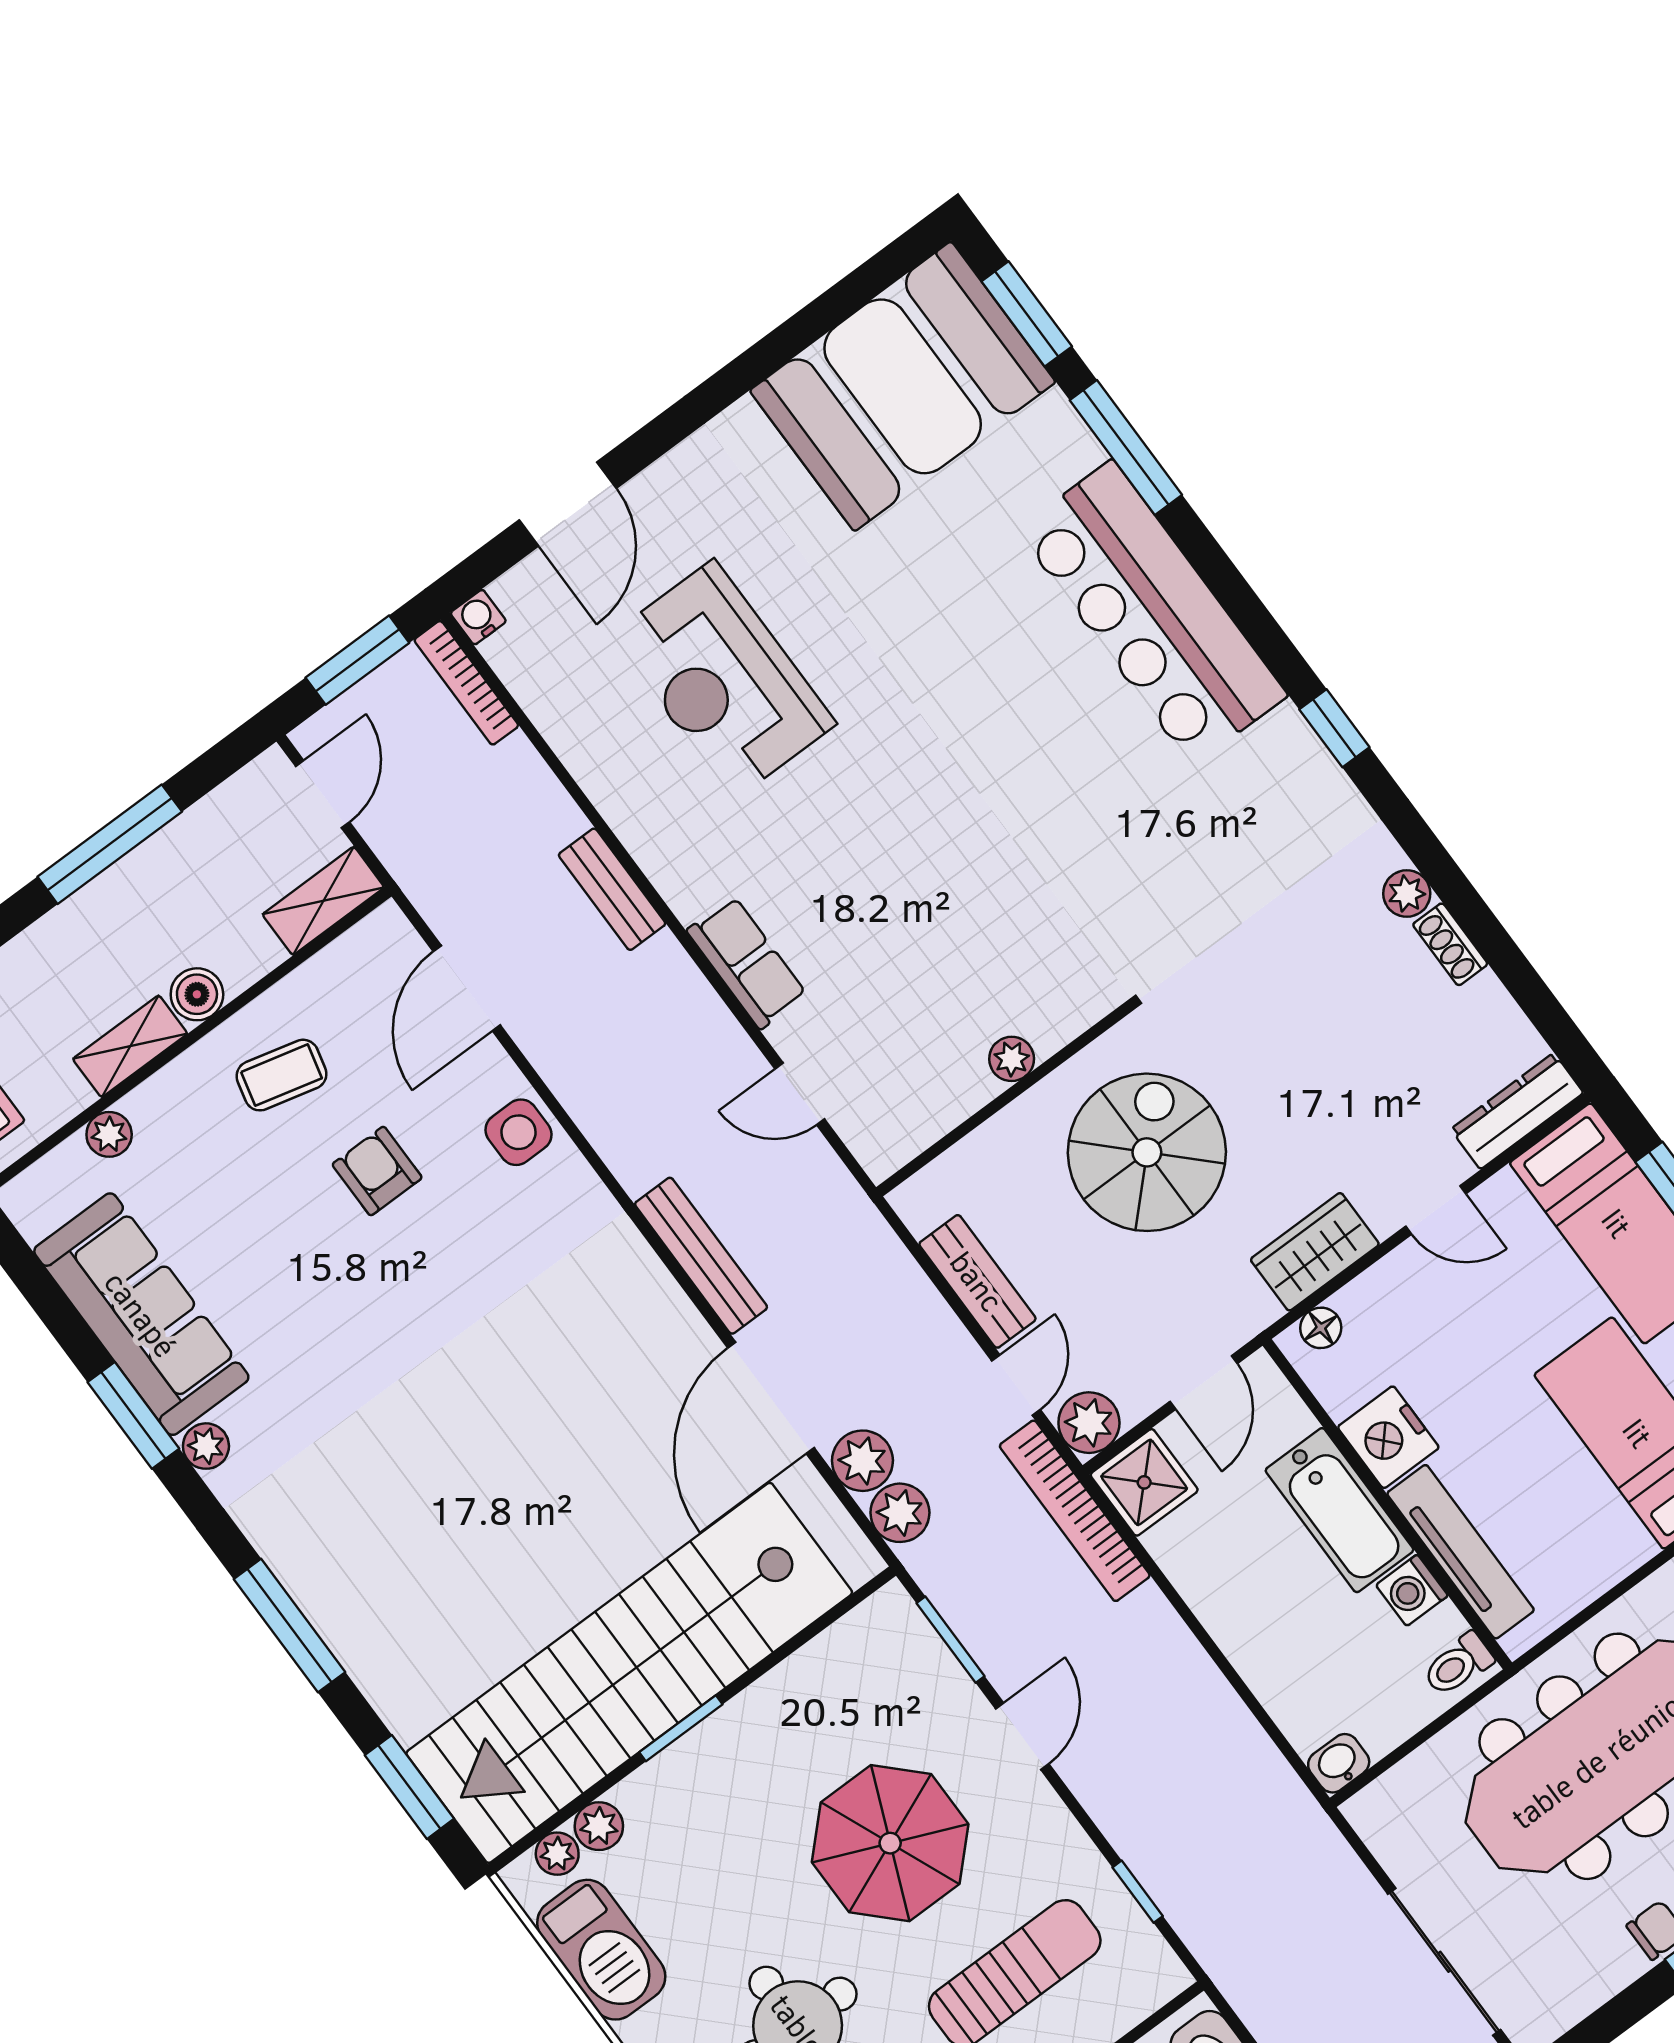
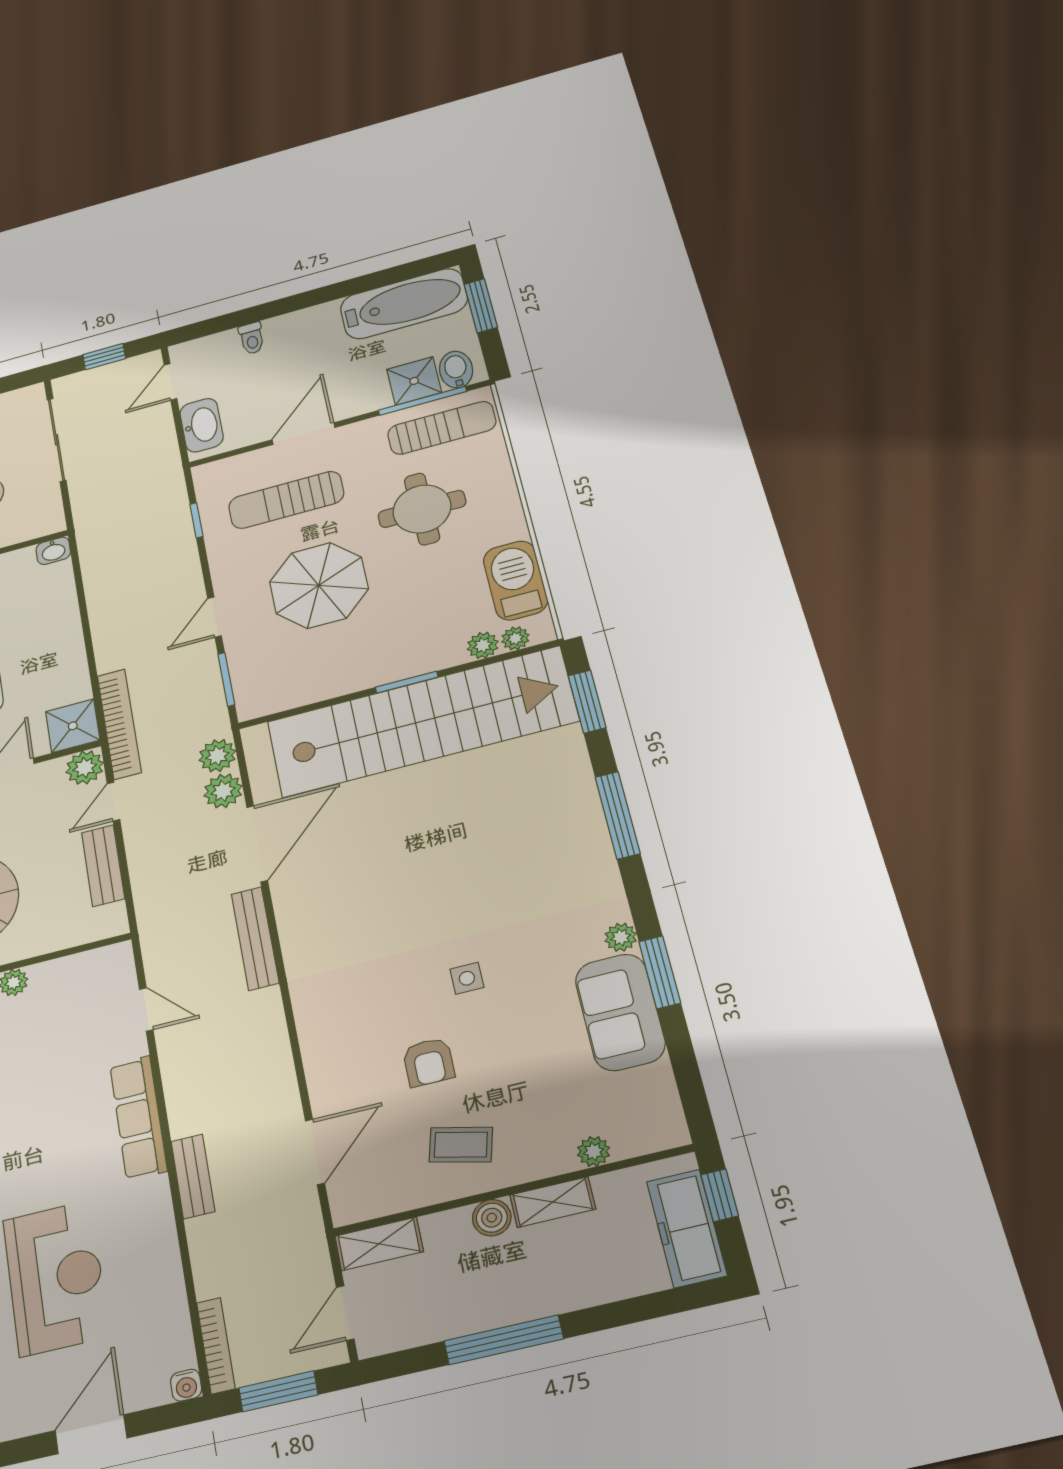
row of seats: (747, 963) -> (138, 1118), width x1.48
side table: (519, 1132) -> (467, 978), moved, width x0.73, depth x0.73
sofa: (141, 1314) -> (620, 1012), width x0.73

